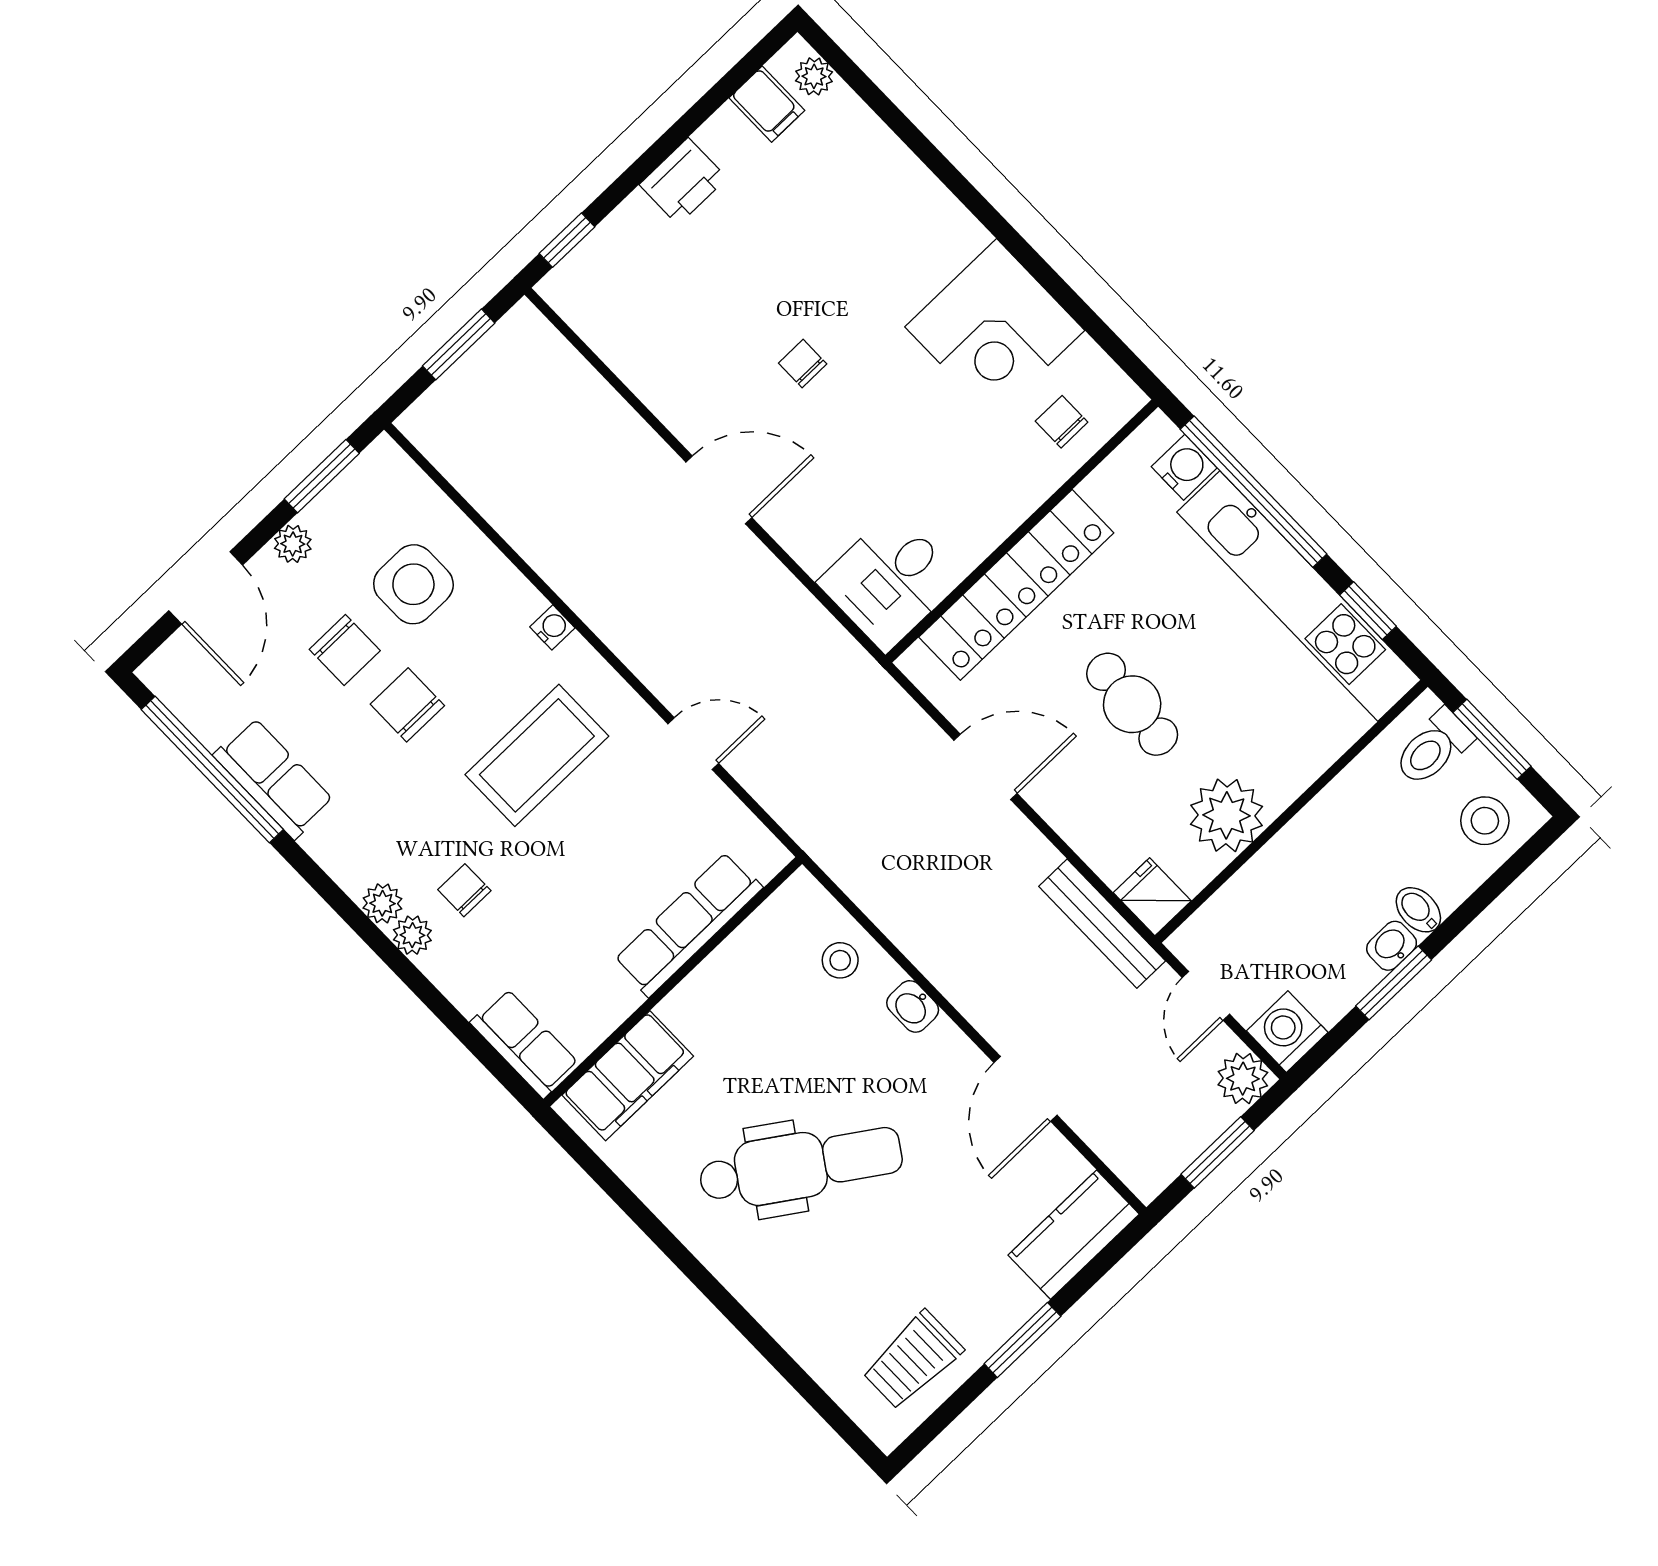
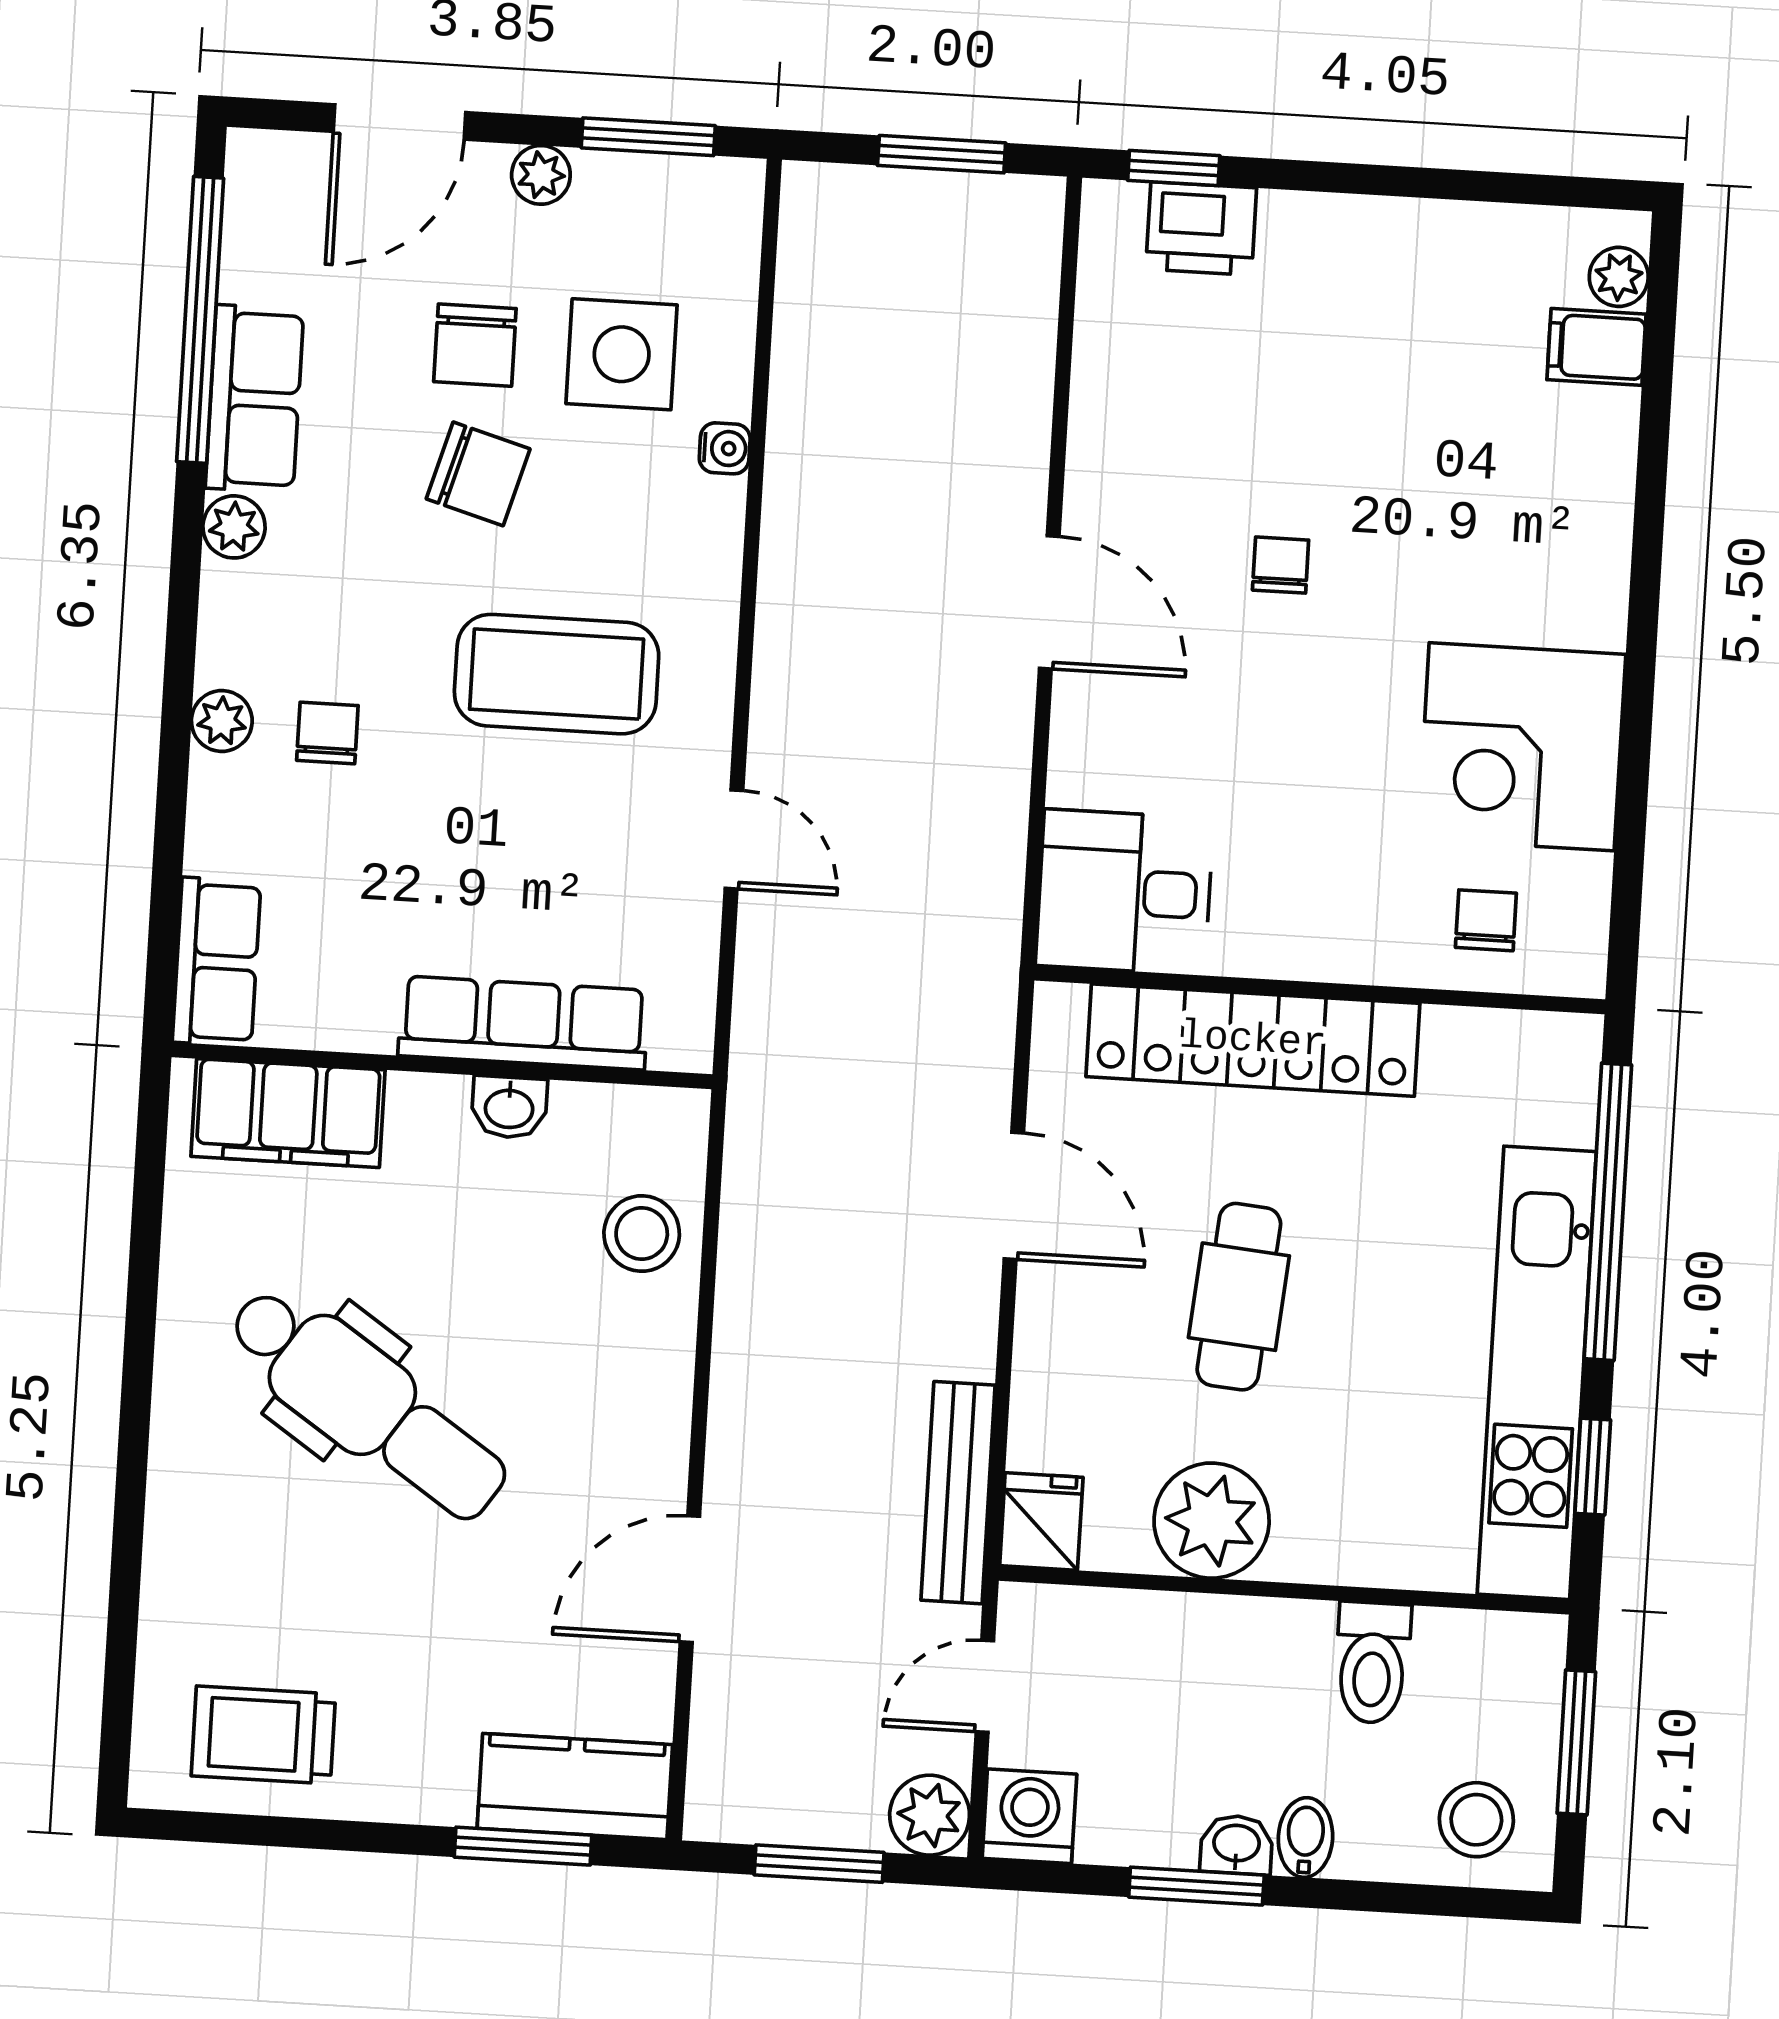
filing cabinet: (767, 104) -> (1596, 347), moved, turned 90
printer: (683, 181) -> (1201, 229), moved
water cooler: (1184, 467) -> (1563, 1107), removed
water cooler: (552, 627) -> (725, 448), moved
chair: (407, 705) -> (478, 474), turned 106
toilet: (1433, 748) -> (1372, 1663), moved, turned -90
plant: (382, 903) -> (234, 527), moved
stool: (840, 960) -> (642, 1234), width x1.37, depth x1.37
washbasin: (913, 1006) -> (509, 1107), moved, turned -90
window: (1022, 1340) -> (523, 1846), moved

